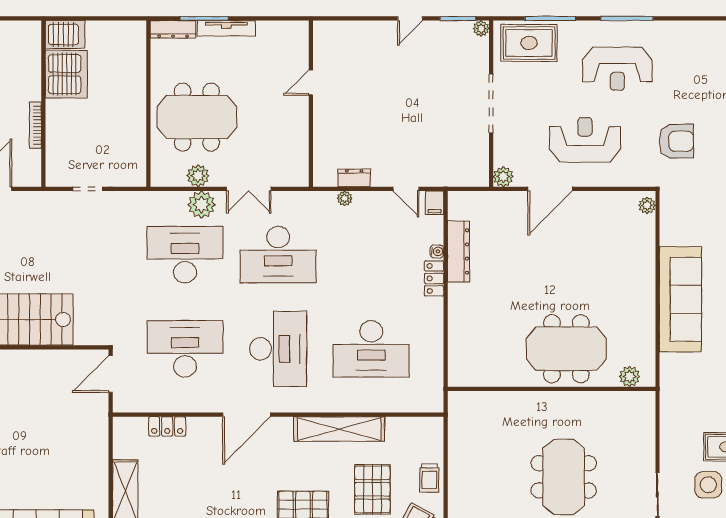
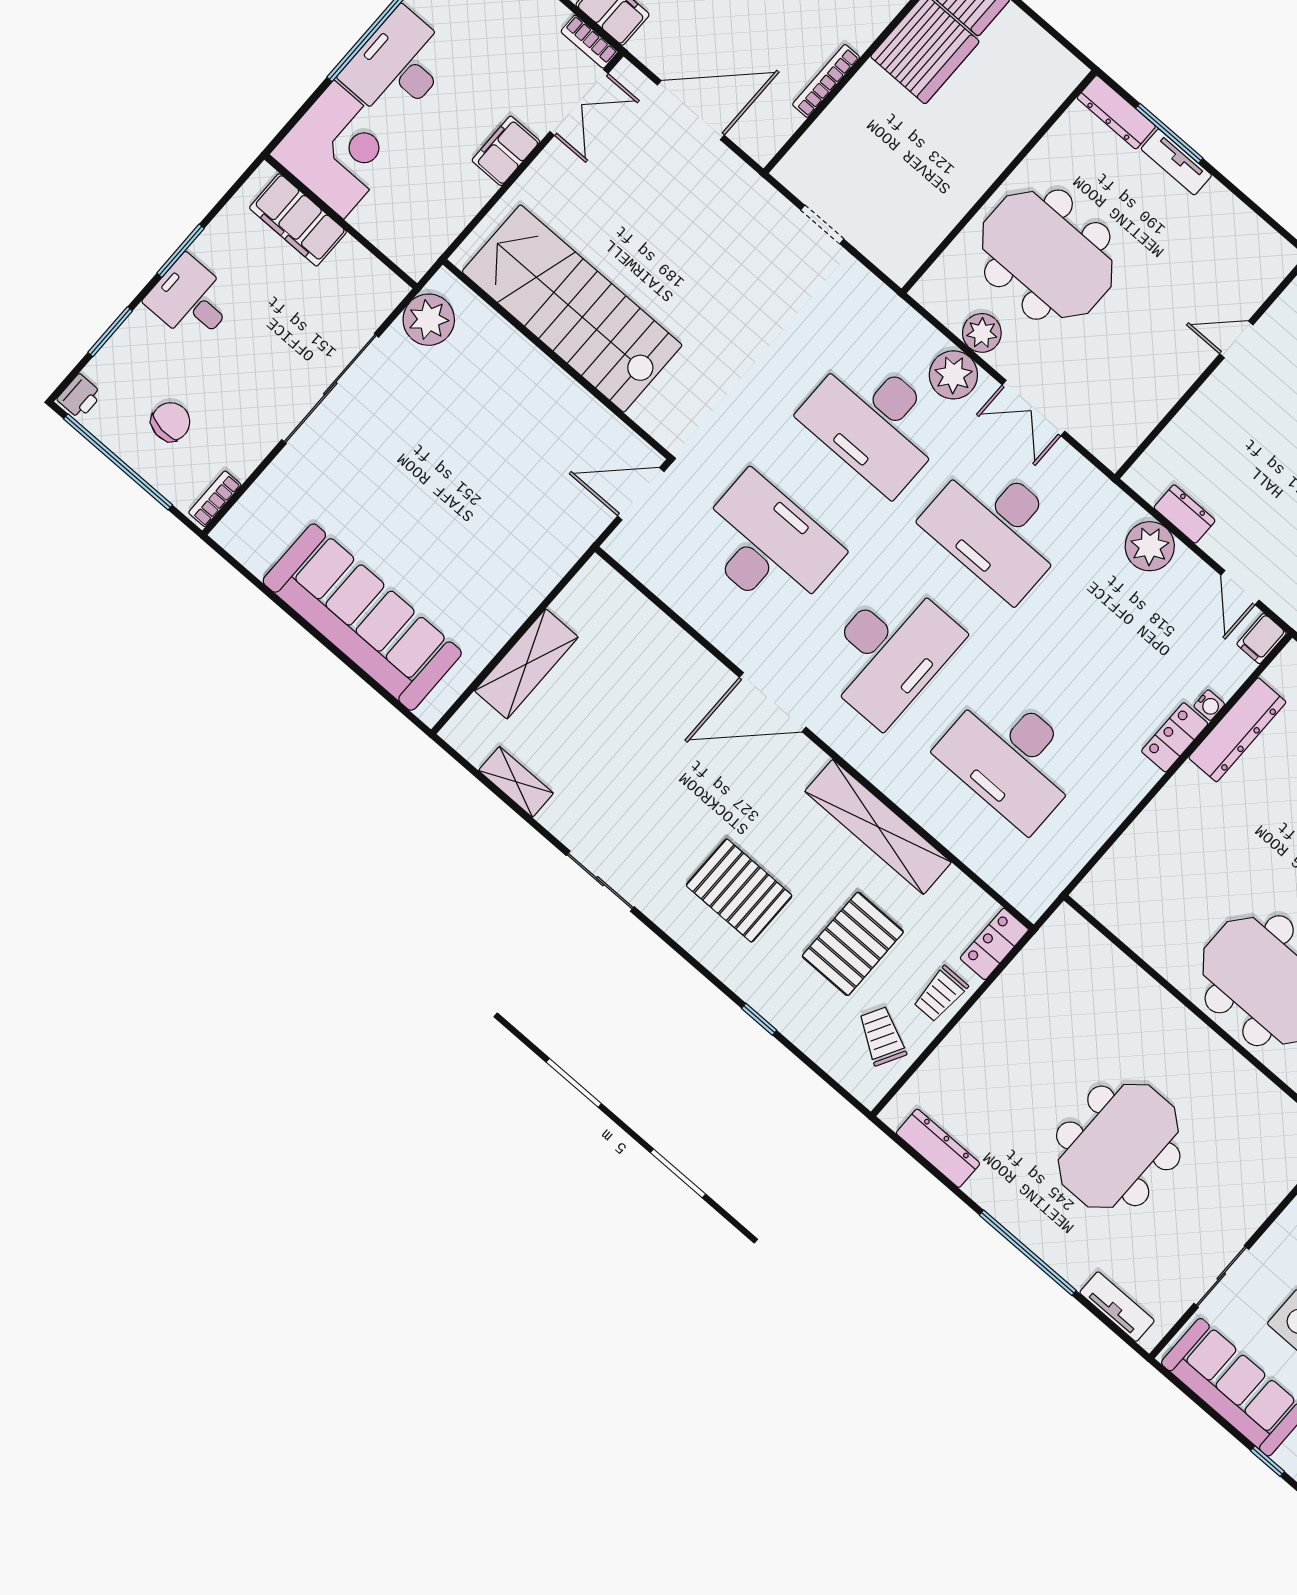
tv unit: (226, 28) -> (1176, 162), width x0.71
plant: (345, 198) -> (1150, 546), width x1.87, depth x1.87
desk: (185, 255) -> (875, 422), turned 180
locker: (167, 426) -> (994, 944), moved, turned 90

